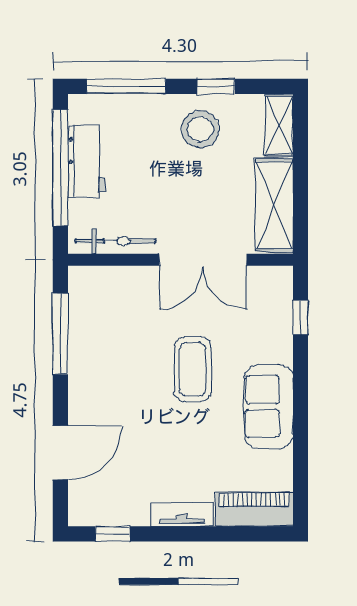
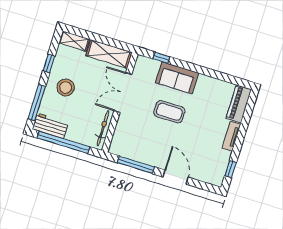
stool: (200, 129) -> (66, 87), moved
workbench: (86, 161) -> (50, 126), moved
double door: (203, 260) -> (123, 93), swing flipped
sofa: (269, 406) -> (177, 78), moved
door: (60, 453) -> (176, 177), moved

